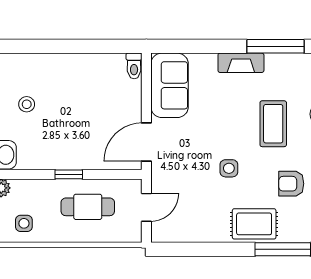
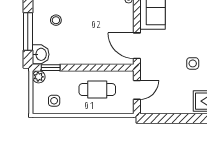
door: (146, 142) -> (137, 46), hinge flipped
window: (69, 174) -> (51, 68), moved

